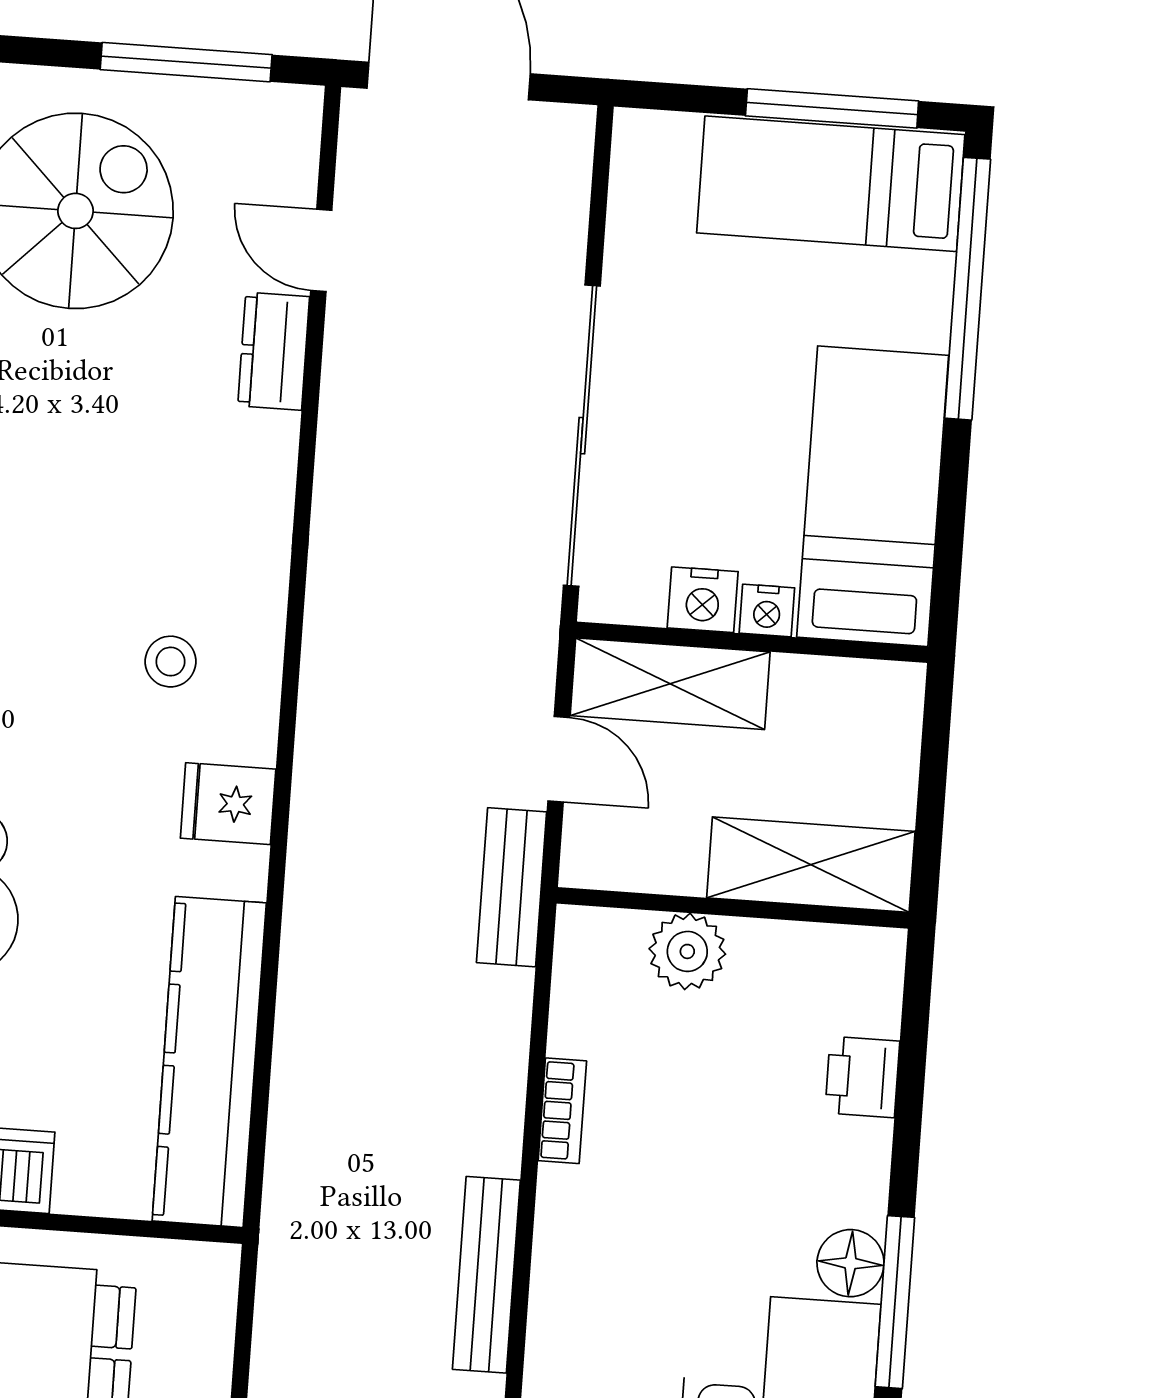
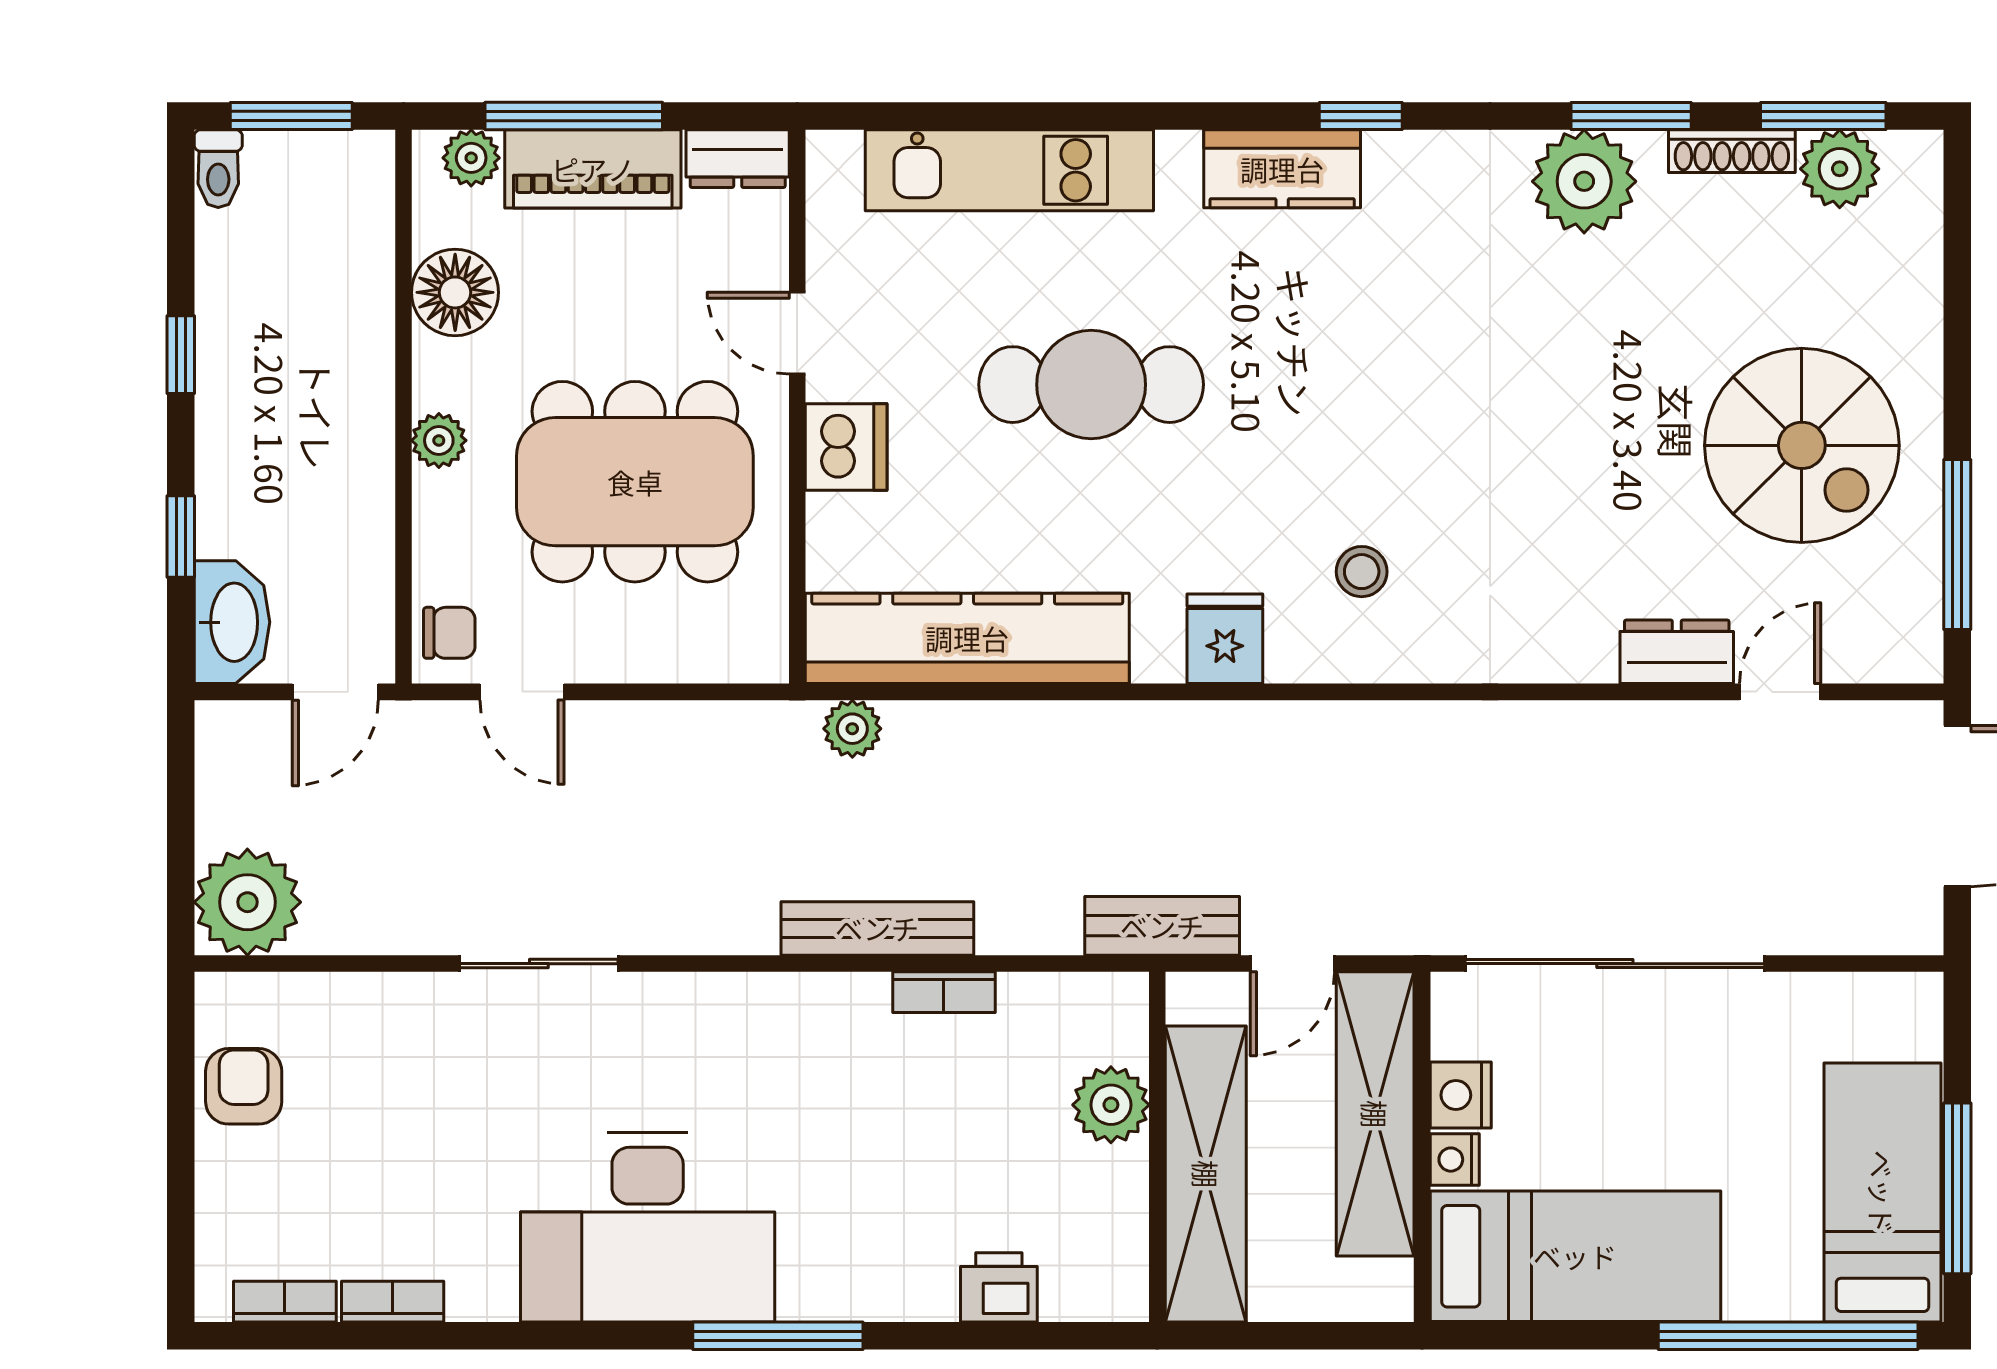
shelving: (670, 684) -> (1375, 1114), width x1.47
shelving: (811, 865) -> (1206, 1174), width x1.47
plant: (291, 1184) -> (852, 729), added
floor lamp: (850, 1263) -> (813, 1289), removed
bench: (486, 1275) -> (877, 928), moved

